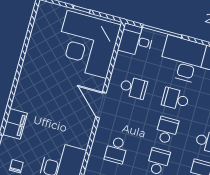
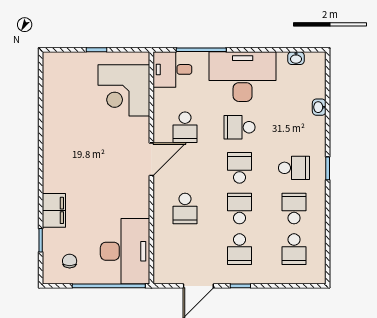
corner desk: (87, 44) -> (124, 90), width x0.74, depth x0.74
school desk: (133, 87) -> (185, 127), turned 90
door: (101, 105) -> (151, 159), swing flipped

